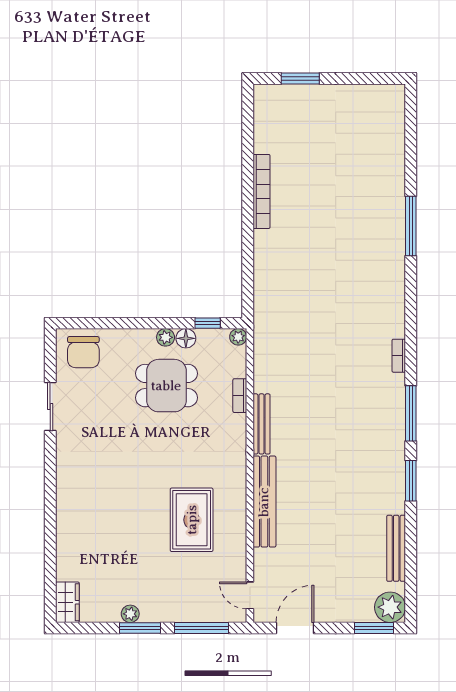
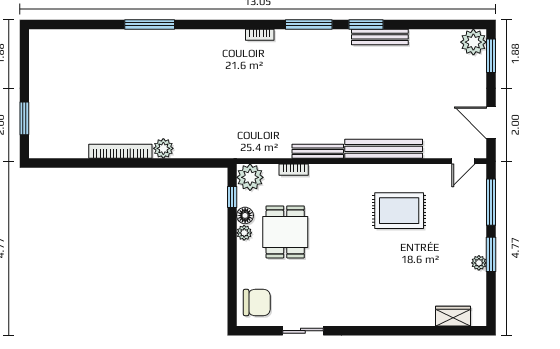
plant: (265, 242) -> (163, 148), added
plant: (238, 337) -> (250, 177), width x1.87, depth x1.87
bench: (396, 548) -> (380, 37), moved
wardrobe: (67, 602) -> (453, 316), moved

